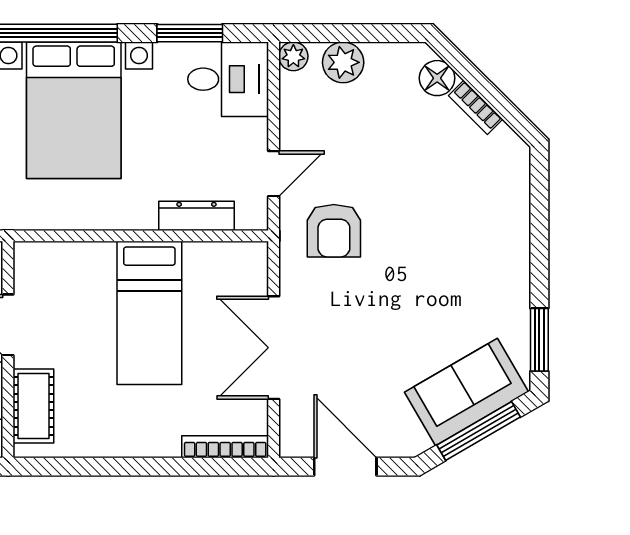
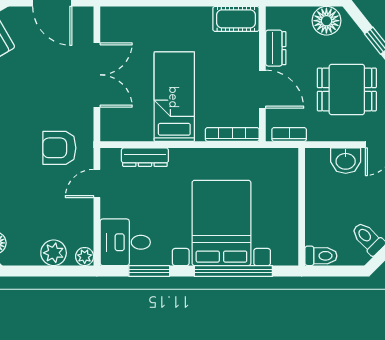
armchair: (334, 231) -> (59, 148), turned -90
cot: (33, 406) -> (236, 19), moved, turned 90
bookcase: (225, 447) -> (232, 134), moved, turned 180

